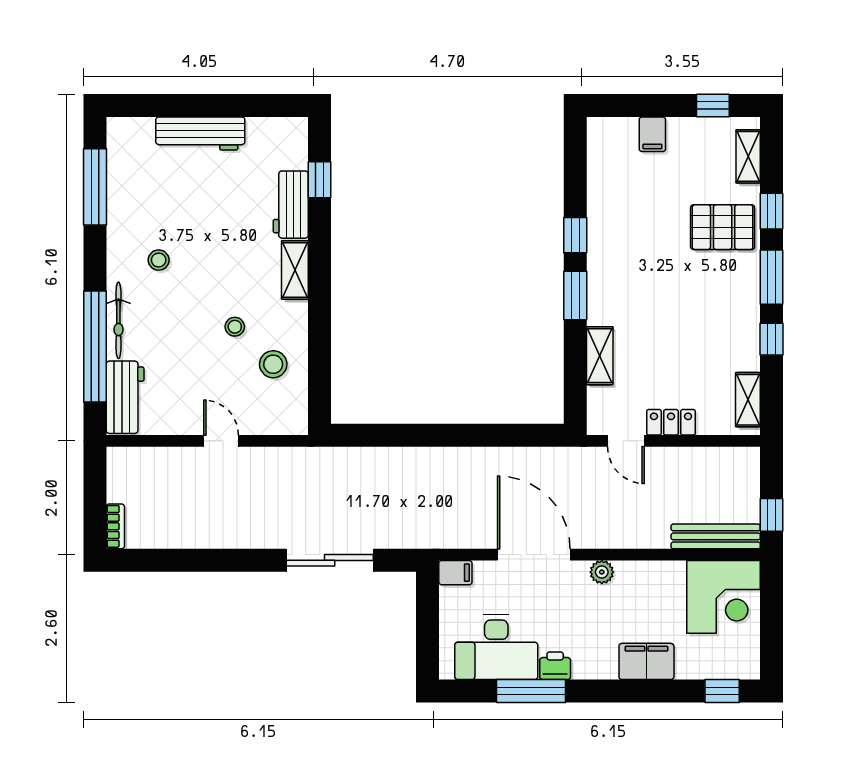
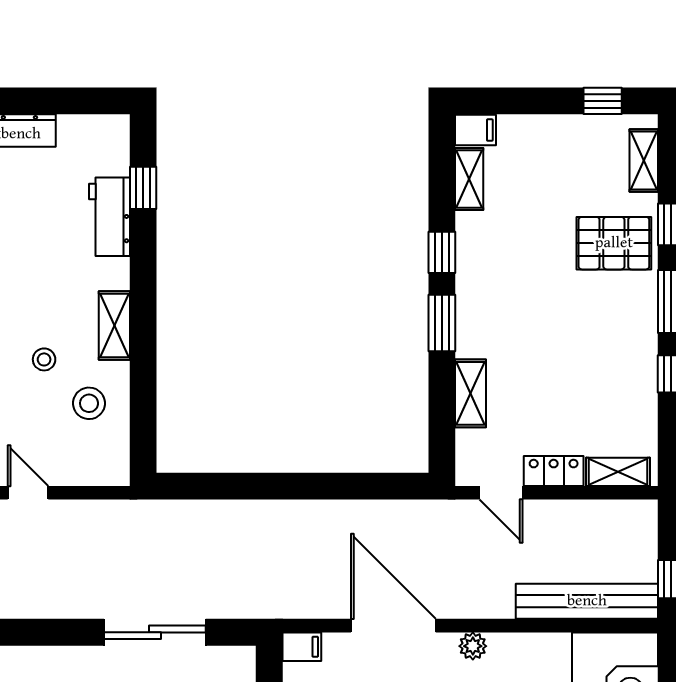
filing cabinet: (652, 134) -> (476, 130), moved, turned -90
shelving: (599, 172) -> (469, 179), added
shelving: (295, 270) -> (114, 326), moved
shelving: (748, 400) -> (618, 472), moved, turned 90
bench: (716, 536) -> (587, 601), width x1.37, depth x1.21

